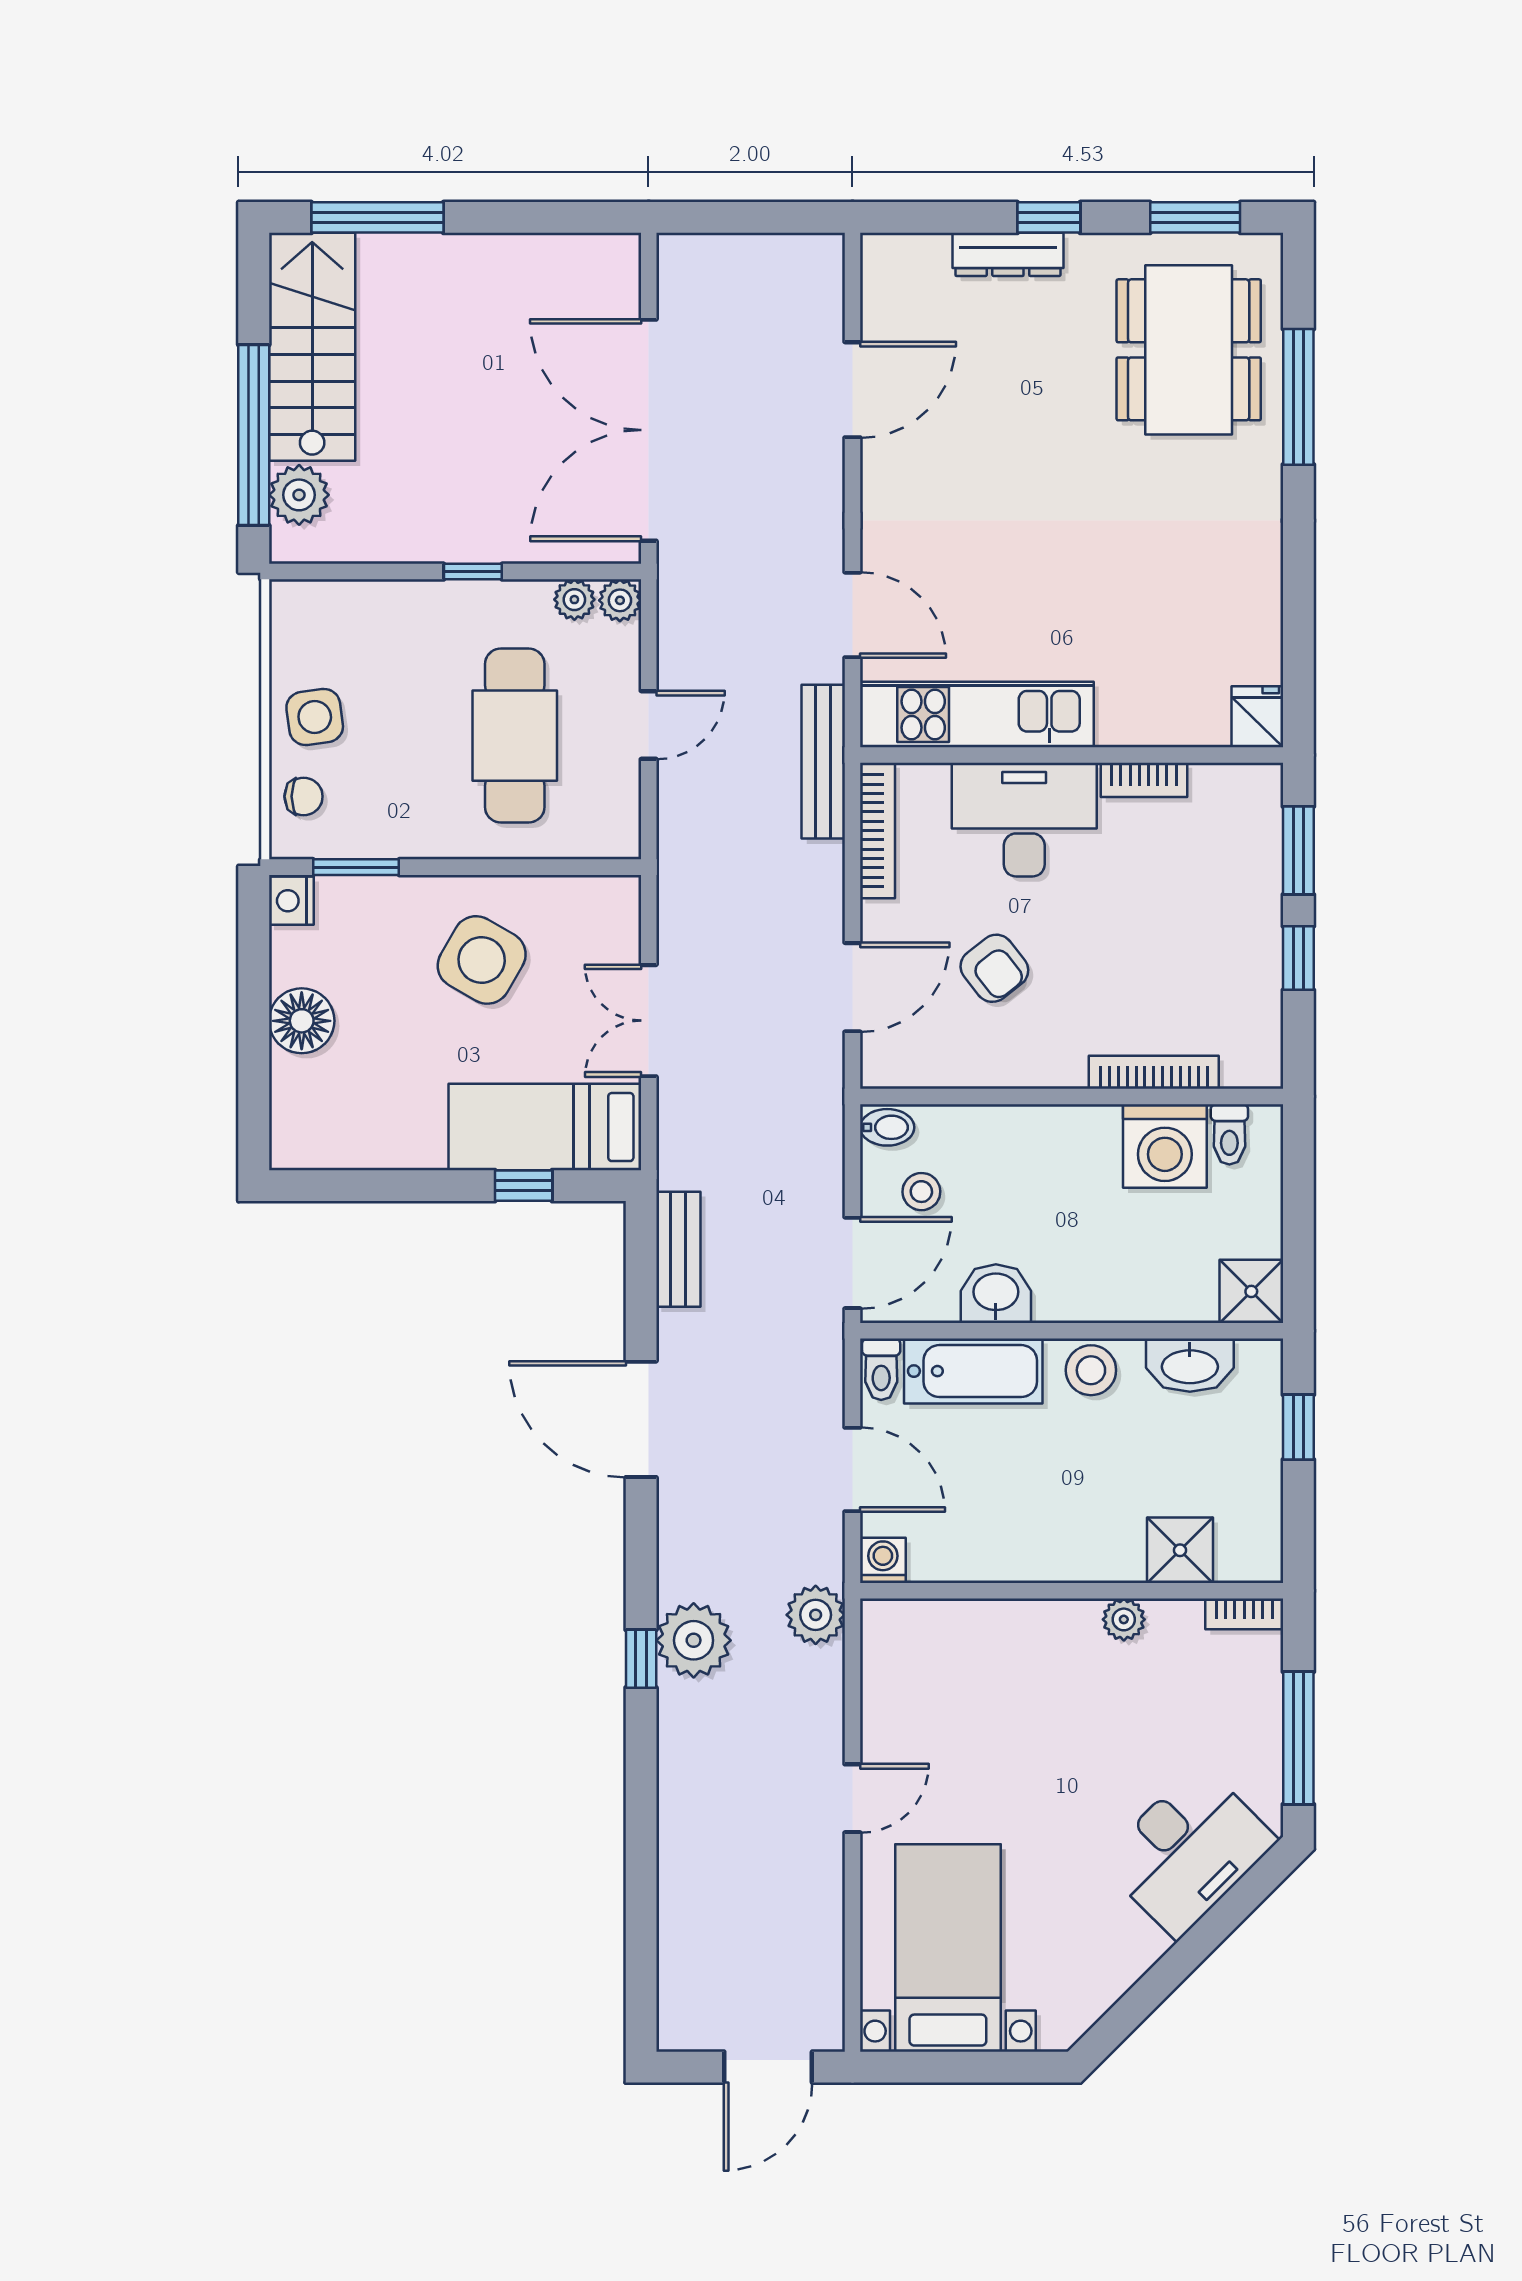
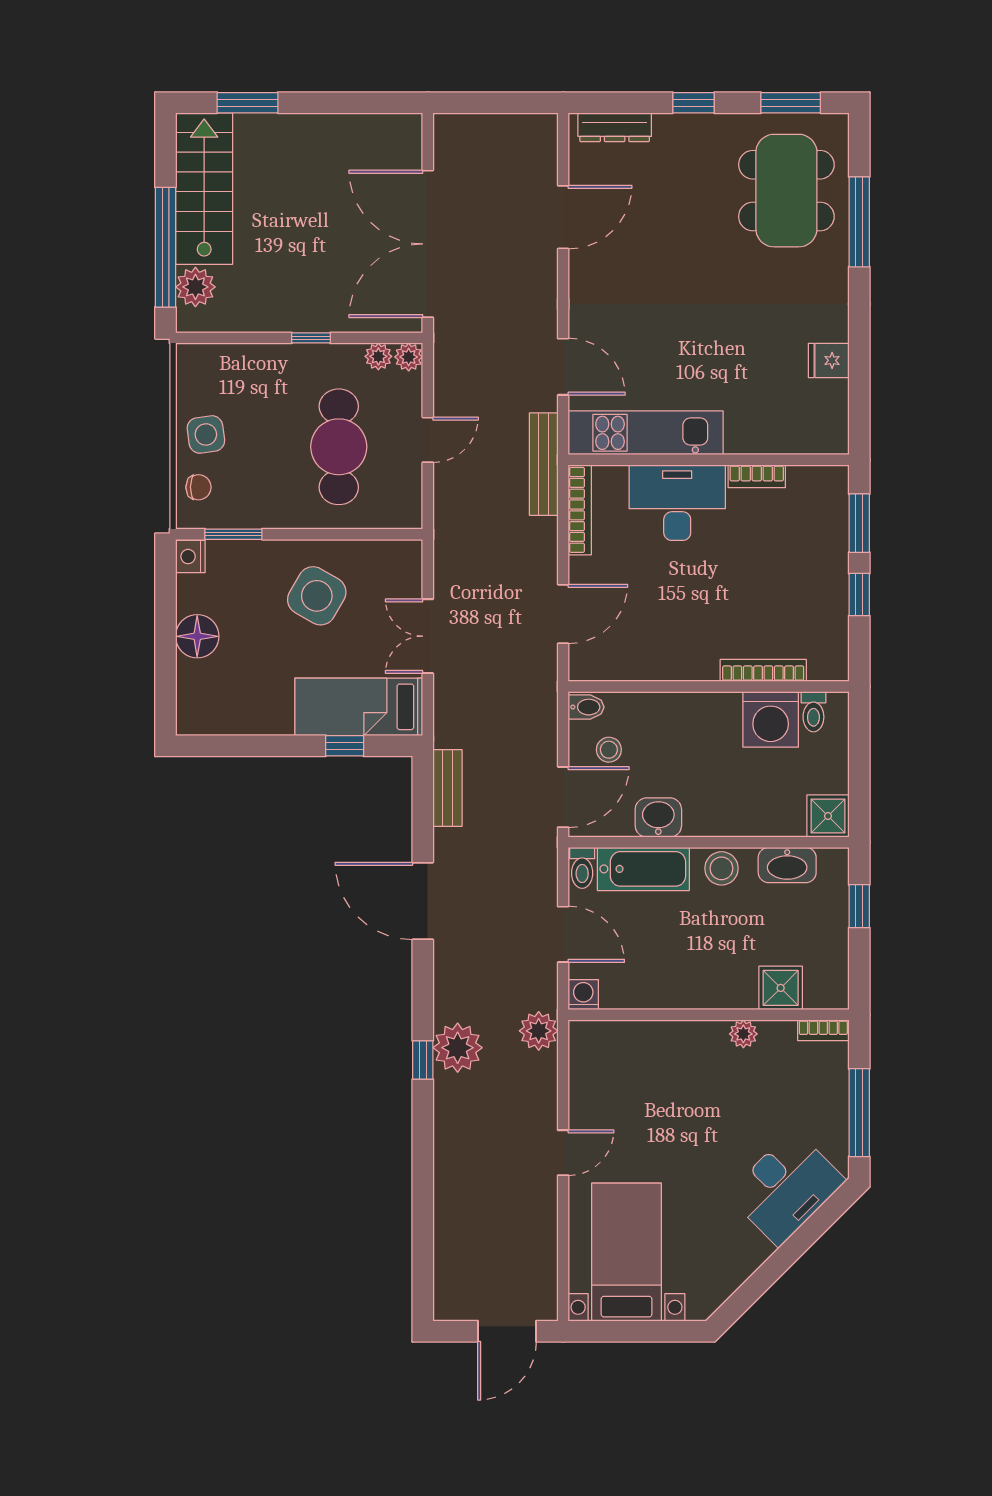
window: (377, 217) -> (248, 103), width x0.69
dresser: (1008, 254) -> (615, 127), moved
fridge: (1257, 717) -> (829, 360), moved, turned -90
armchair: (994, 968) -> (657, 601), removed

